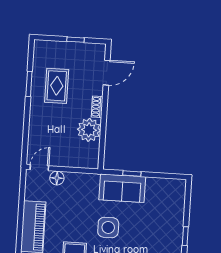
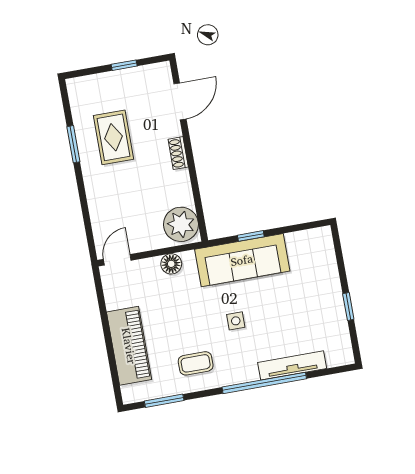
plant: (89, 130) -> (181, 224), moved
floor lamp: (57, 178) -> (171, 264), moved
sofa: (122, 188) -> (242, 260), width x1.36
side table: (108, 227) -> (236, 321), width x0.54, depth x0.54

